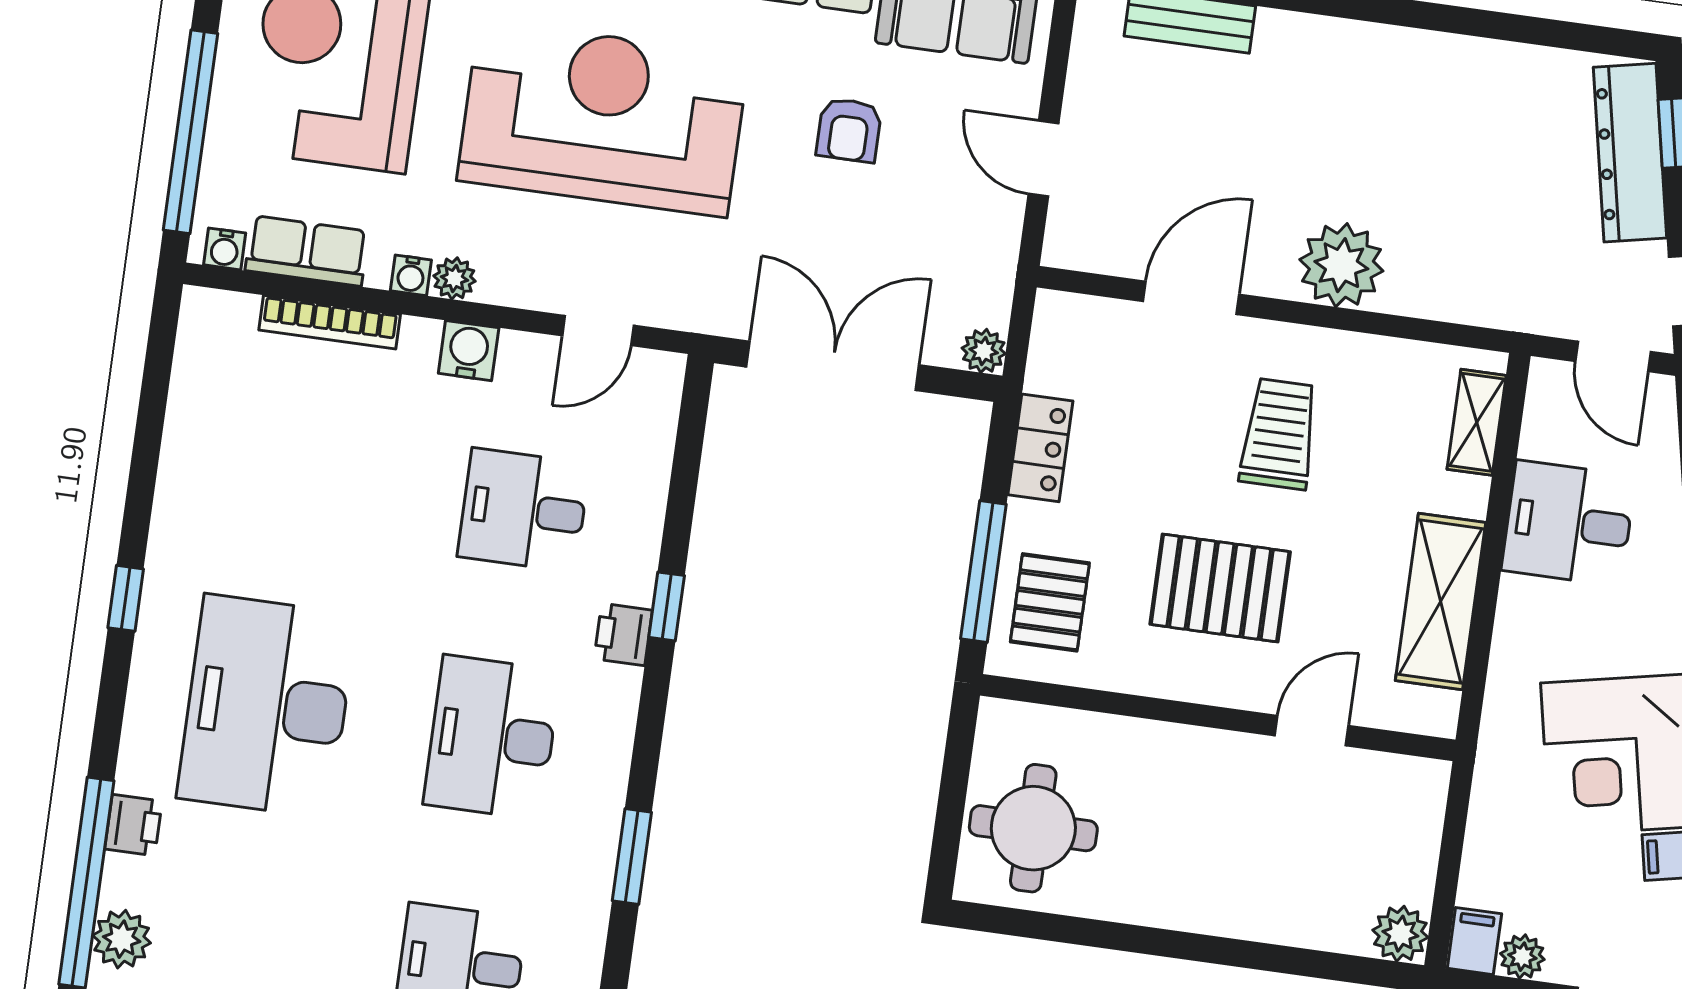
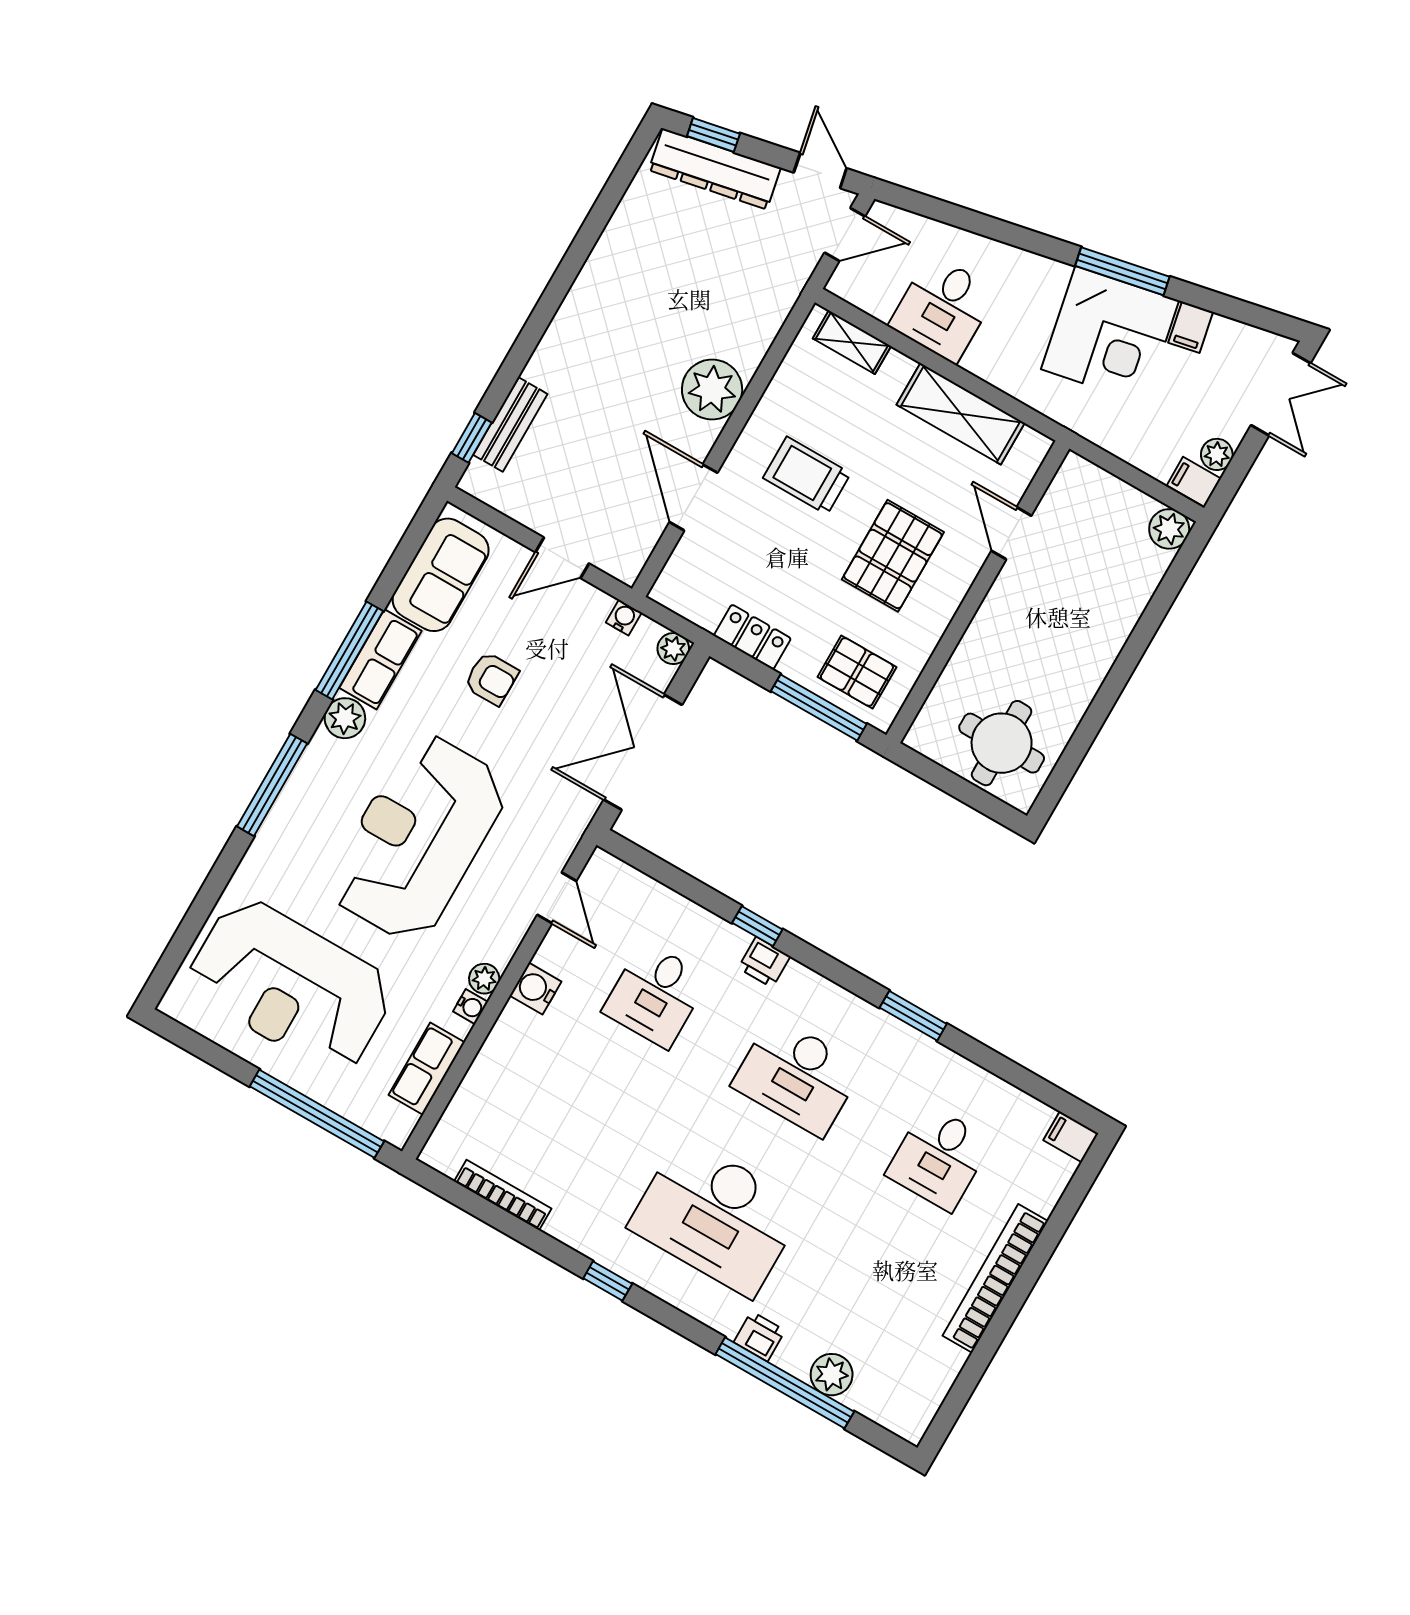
water cooler: (225, 249) -> (624, 617), moved, turned -90
bookcase: (330, 322) -> (503, 1195), moved, turned -90

